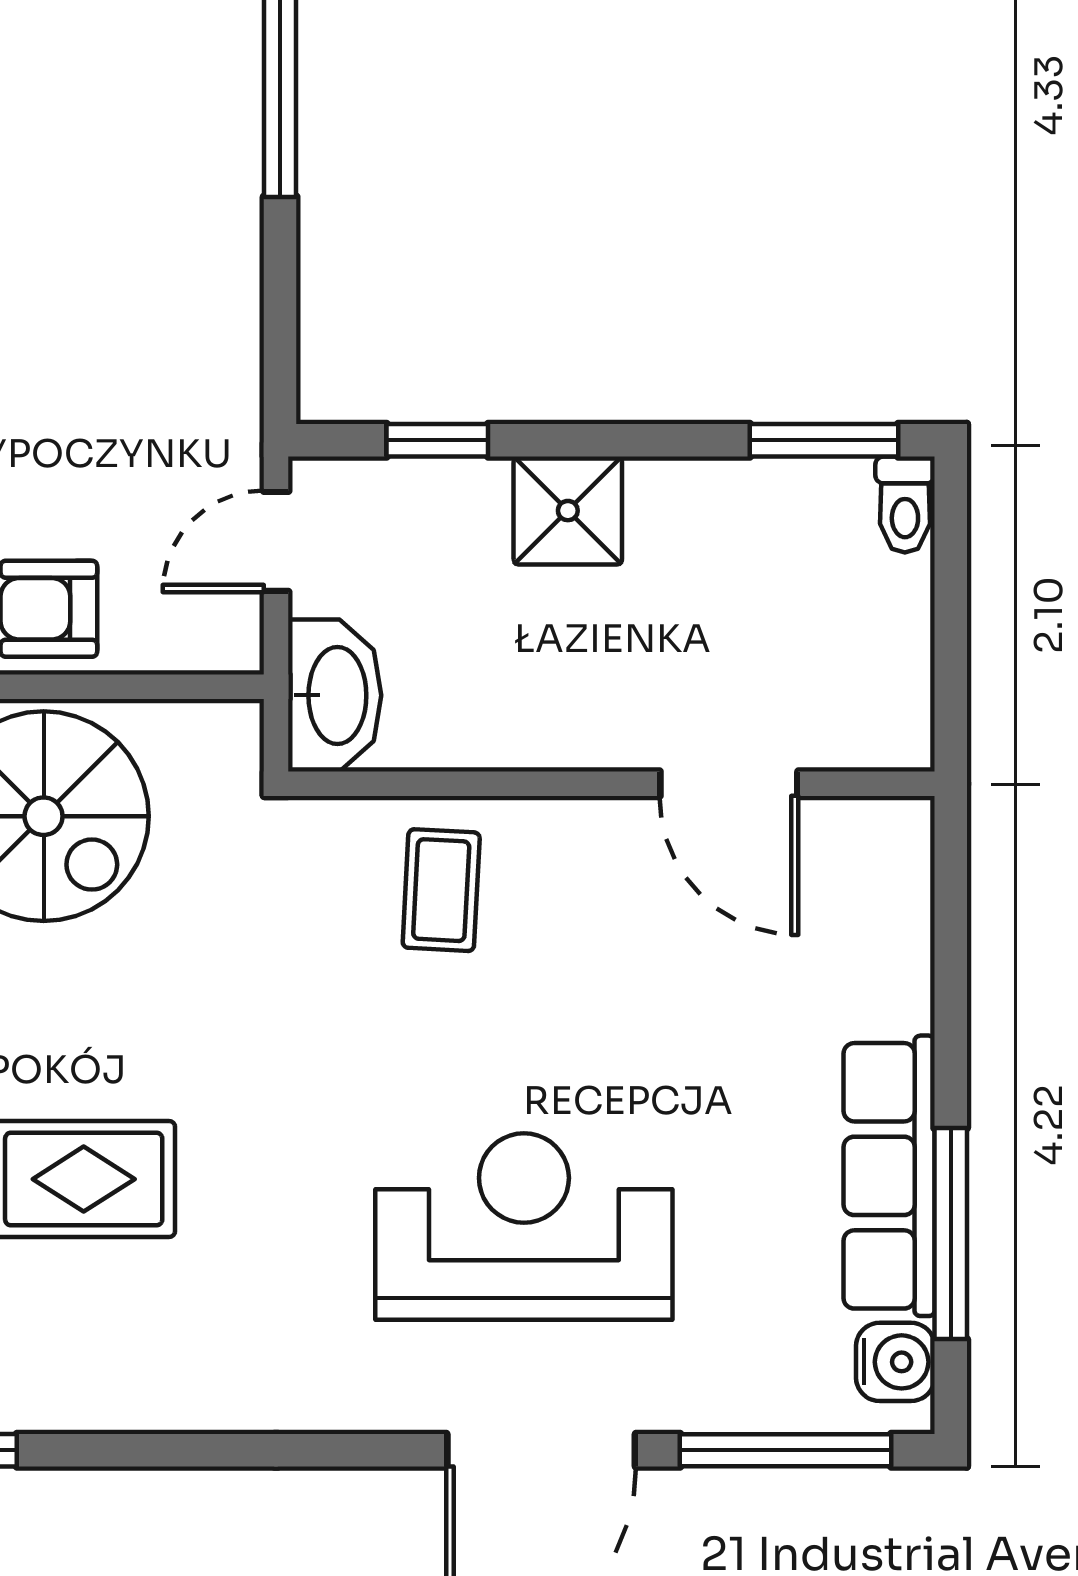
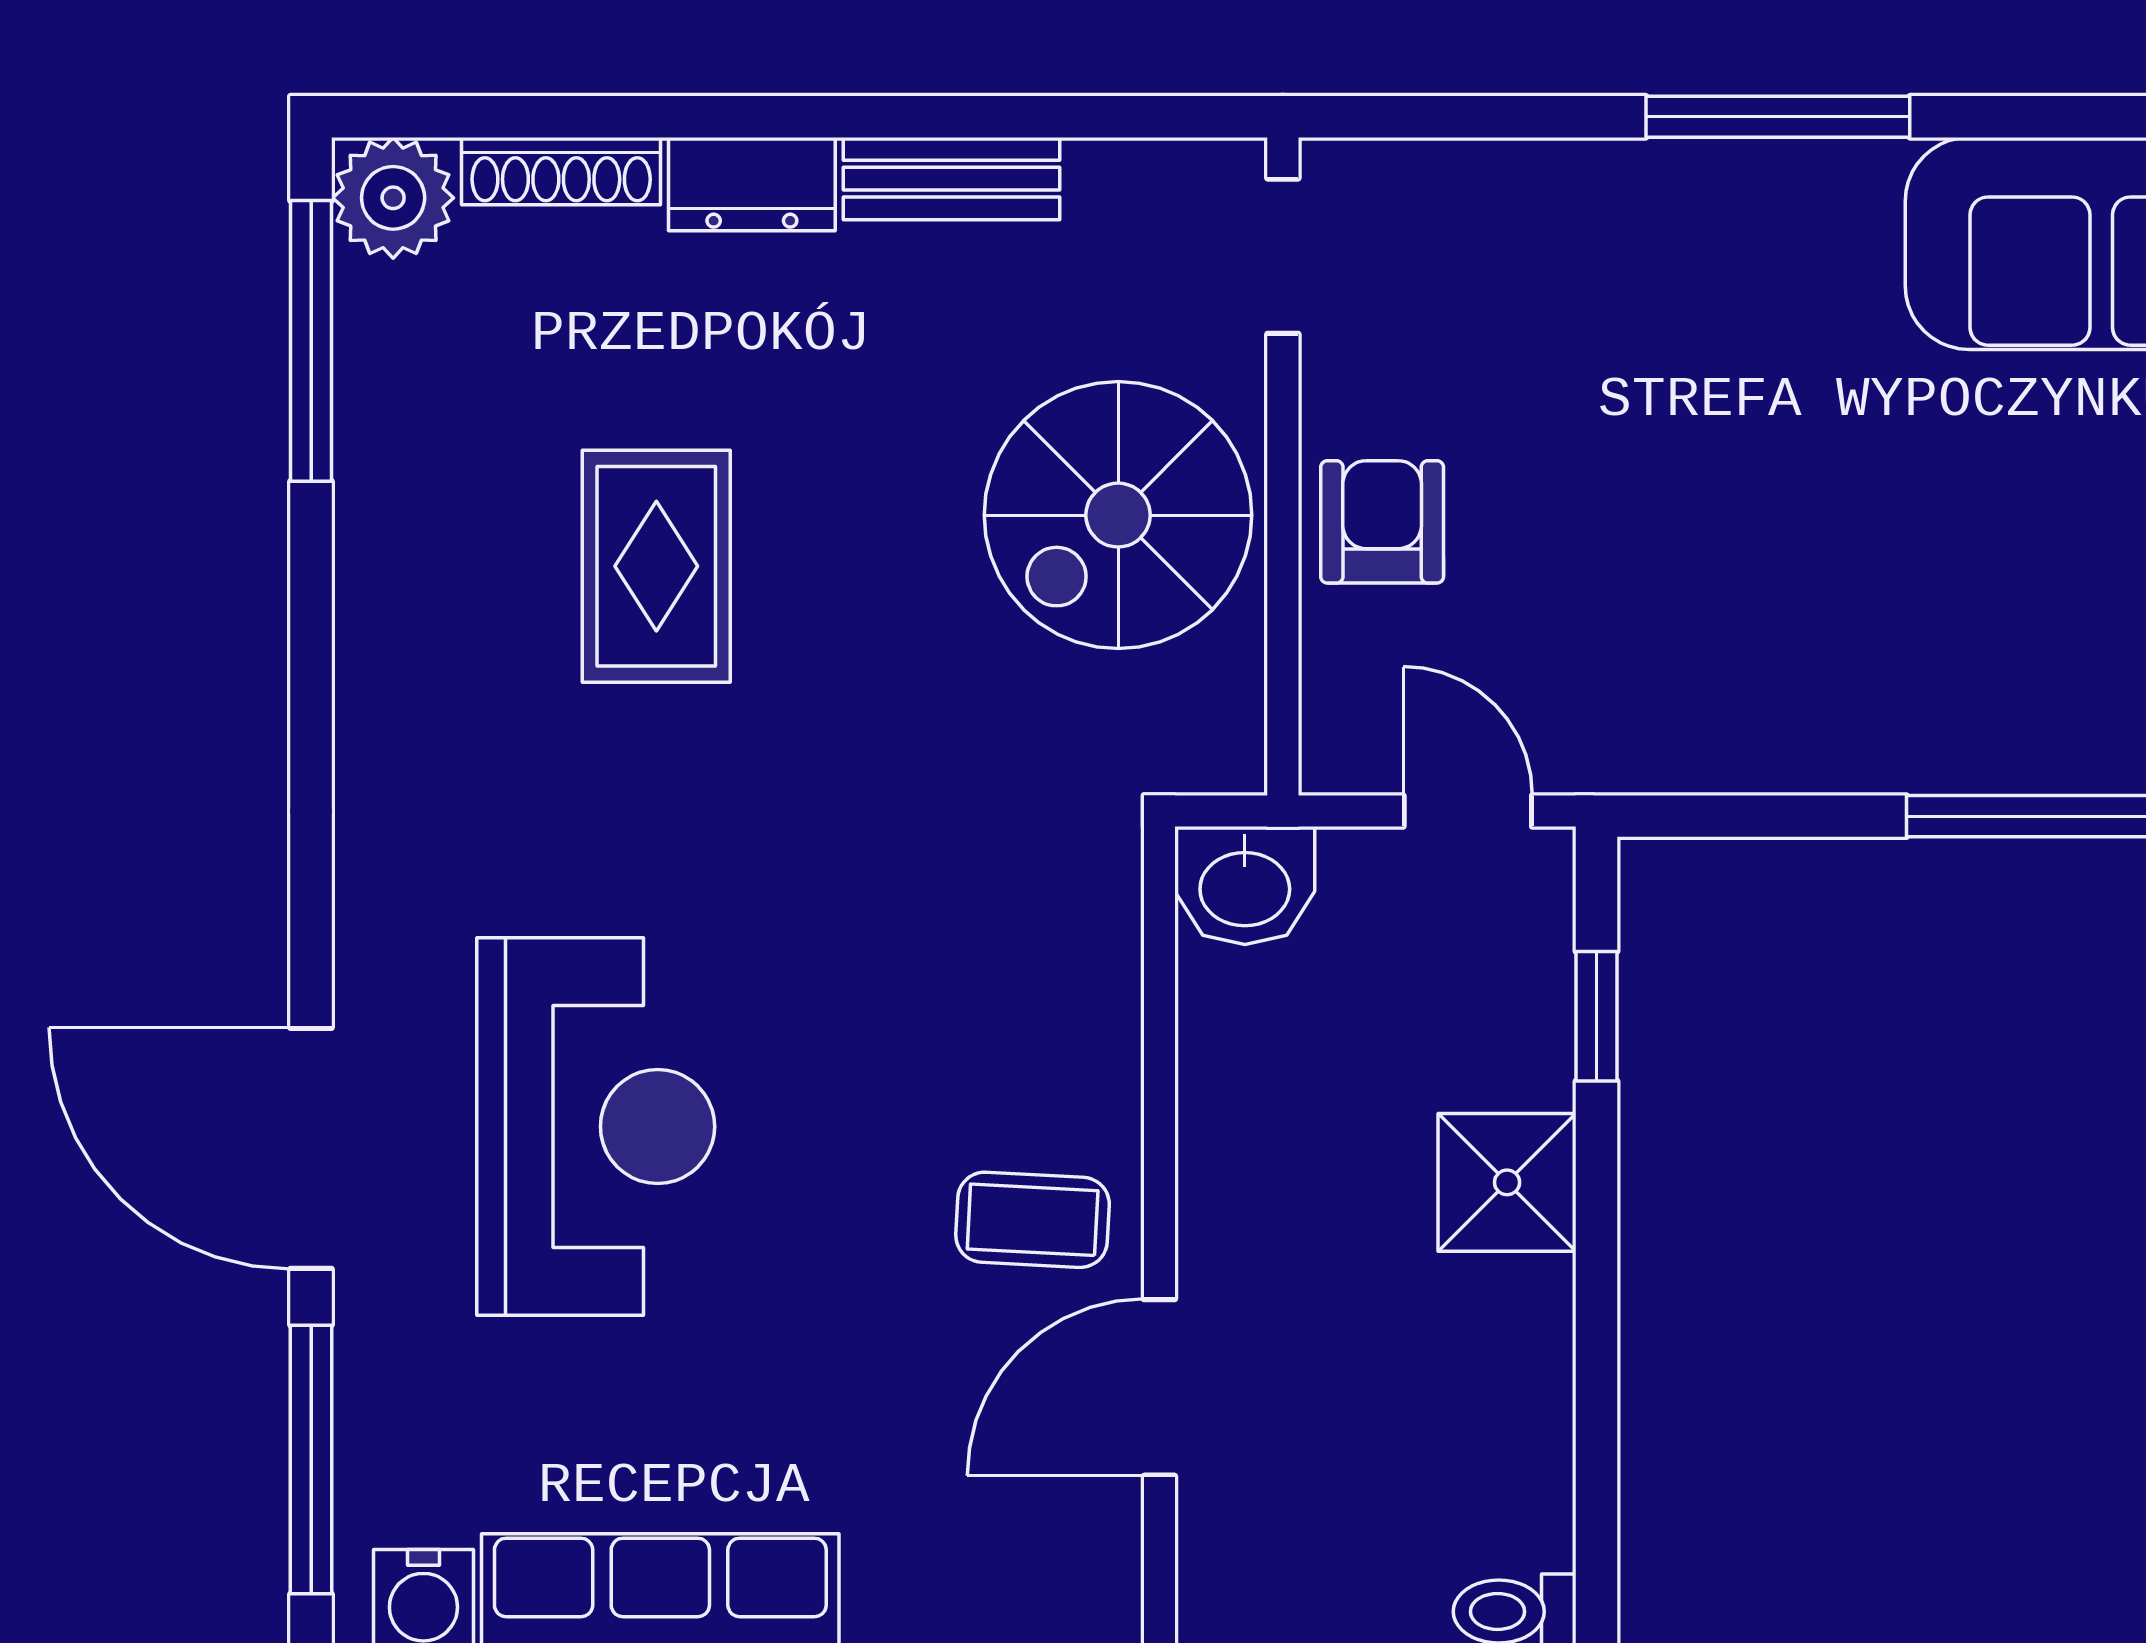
window: (824, 440) -> (1597, 1508), removed
washbasin: (335, 695) -> (1245, 886), width x0.72
coffee table: (441, 890) -> (1033, 1220), moved

